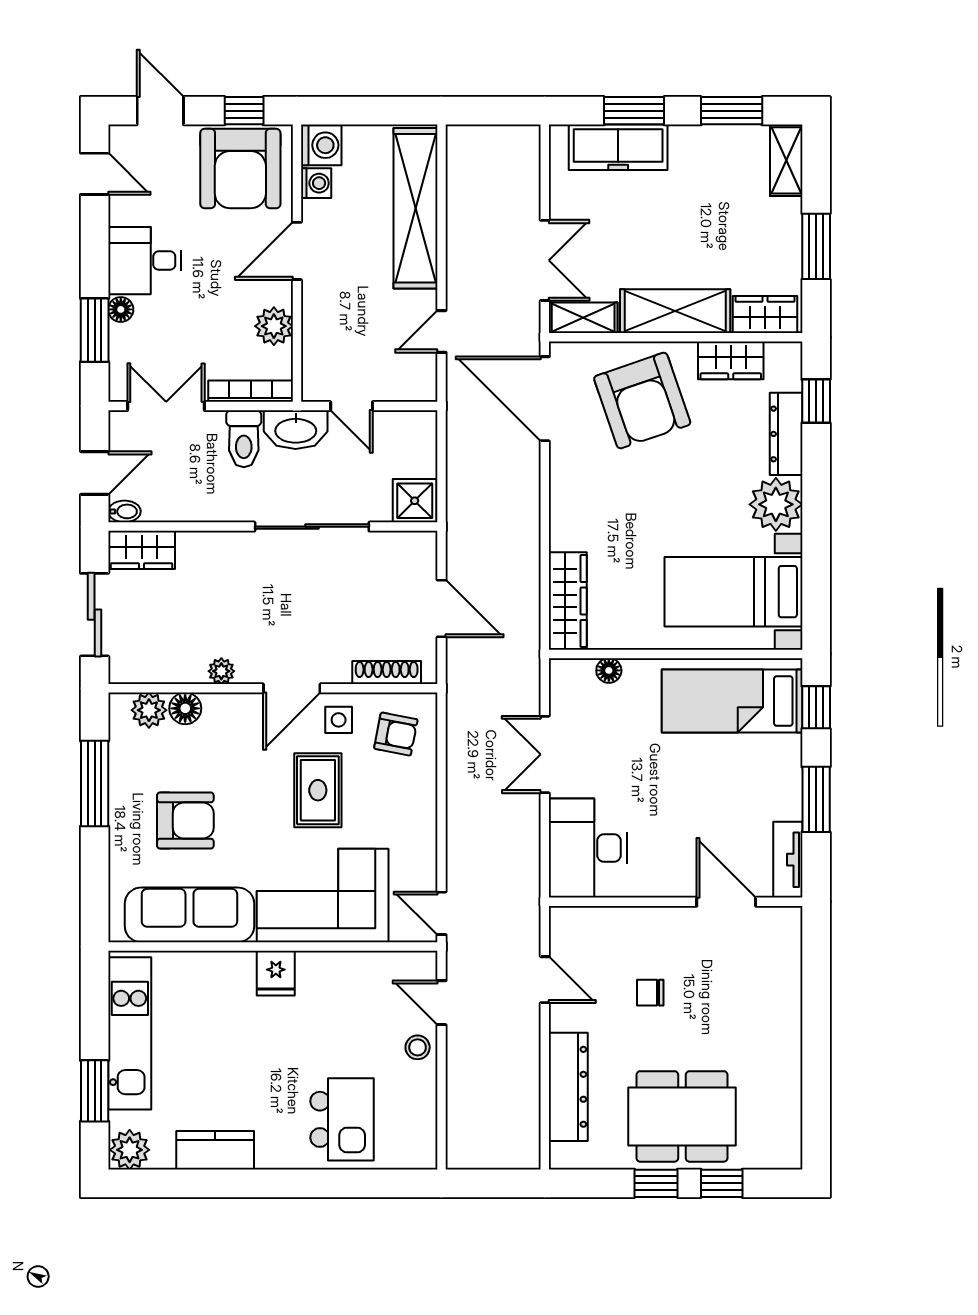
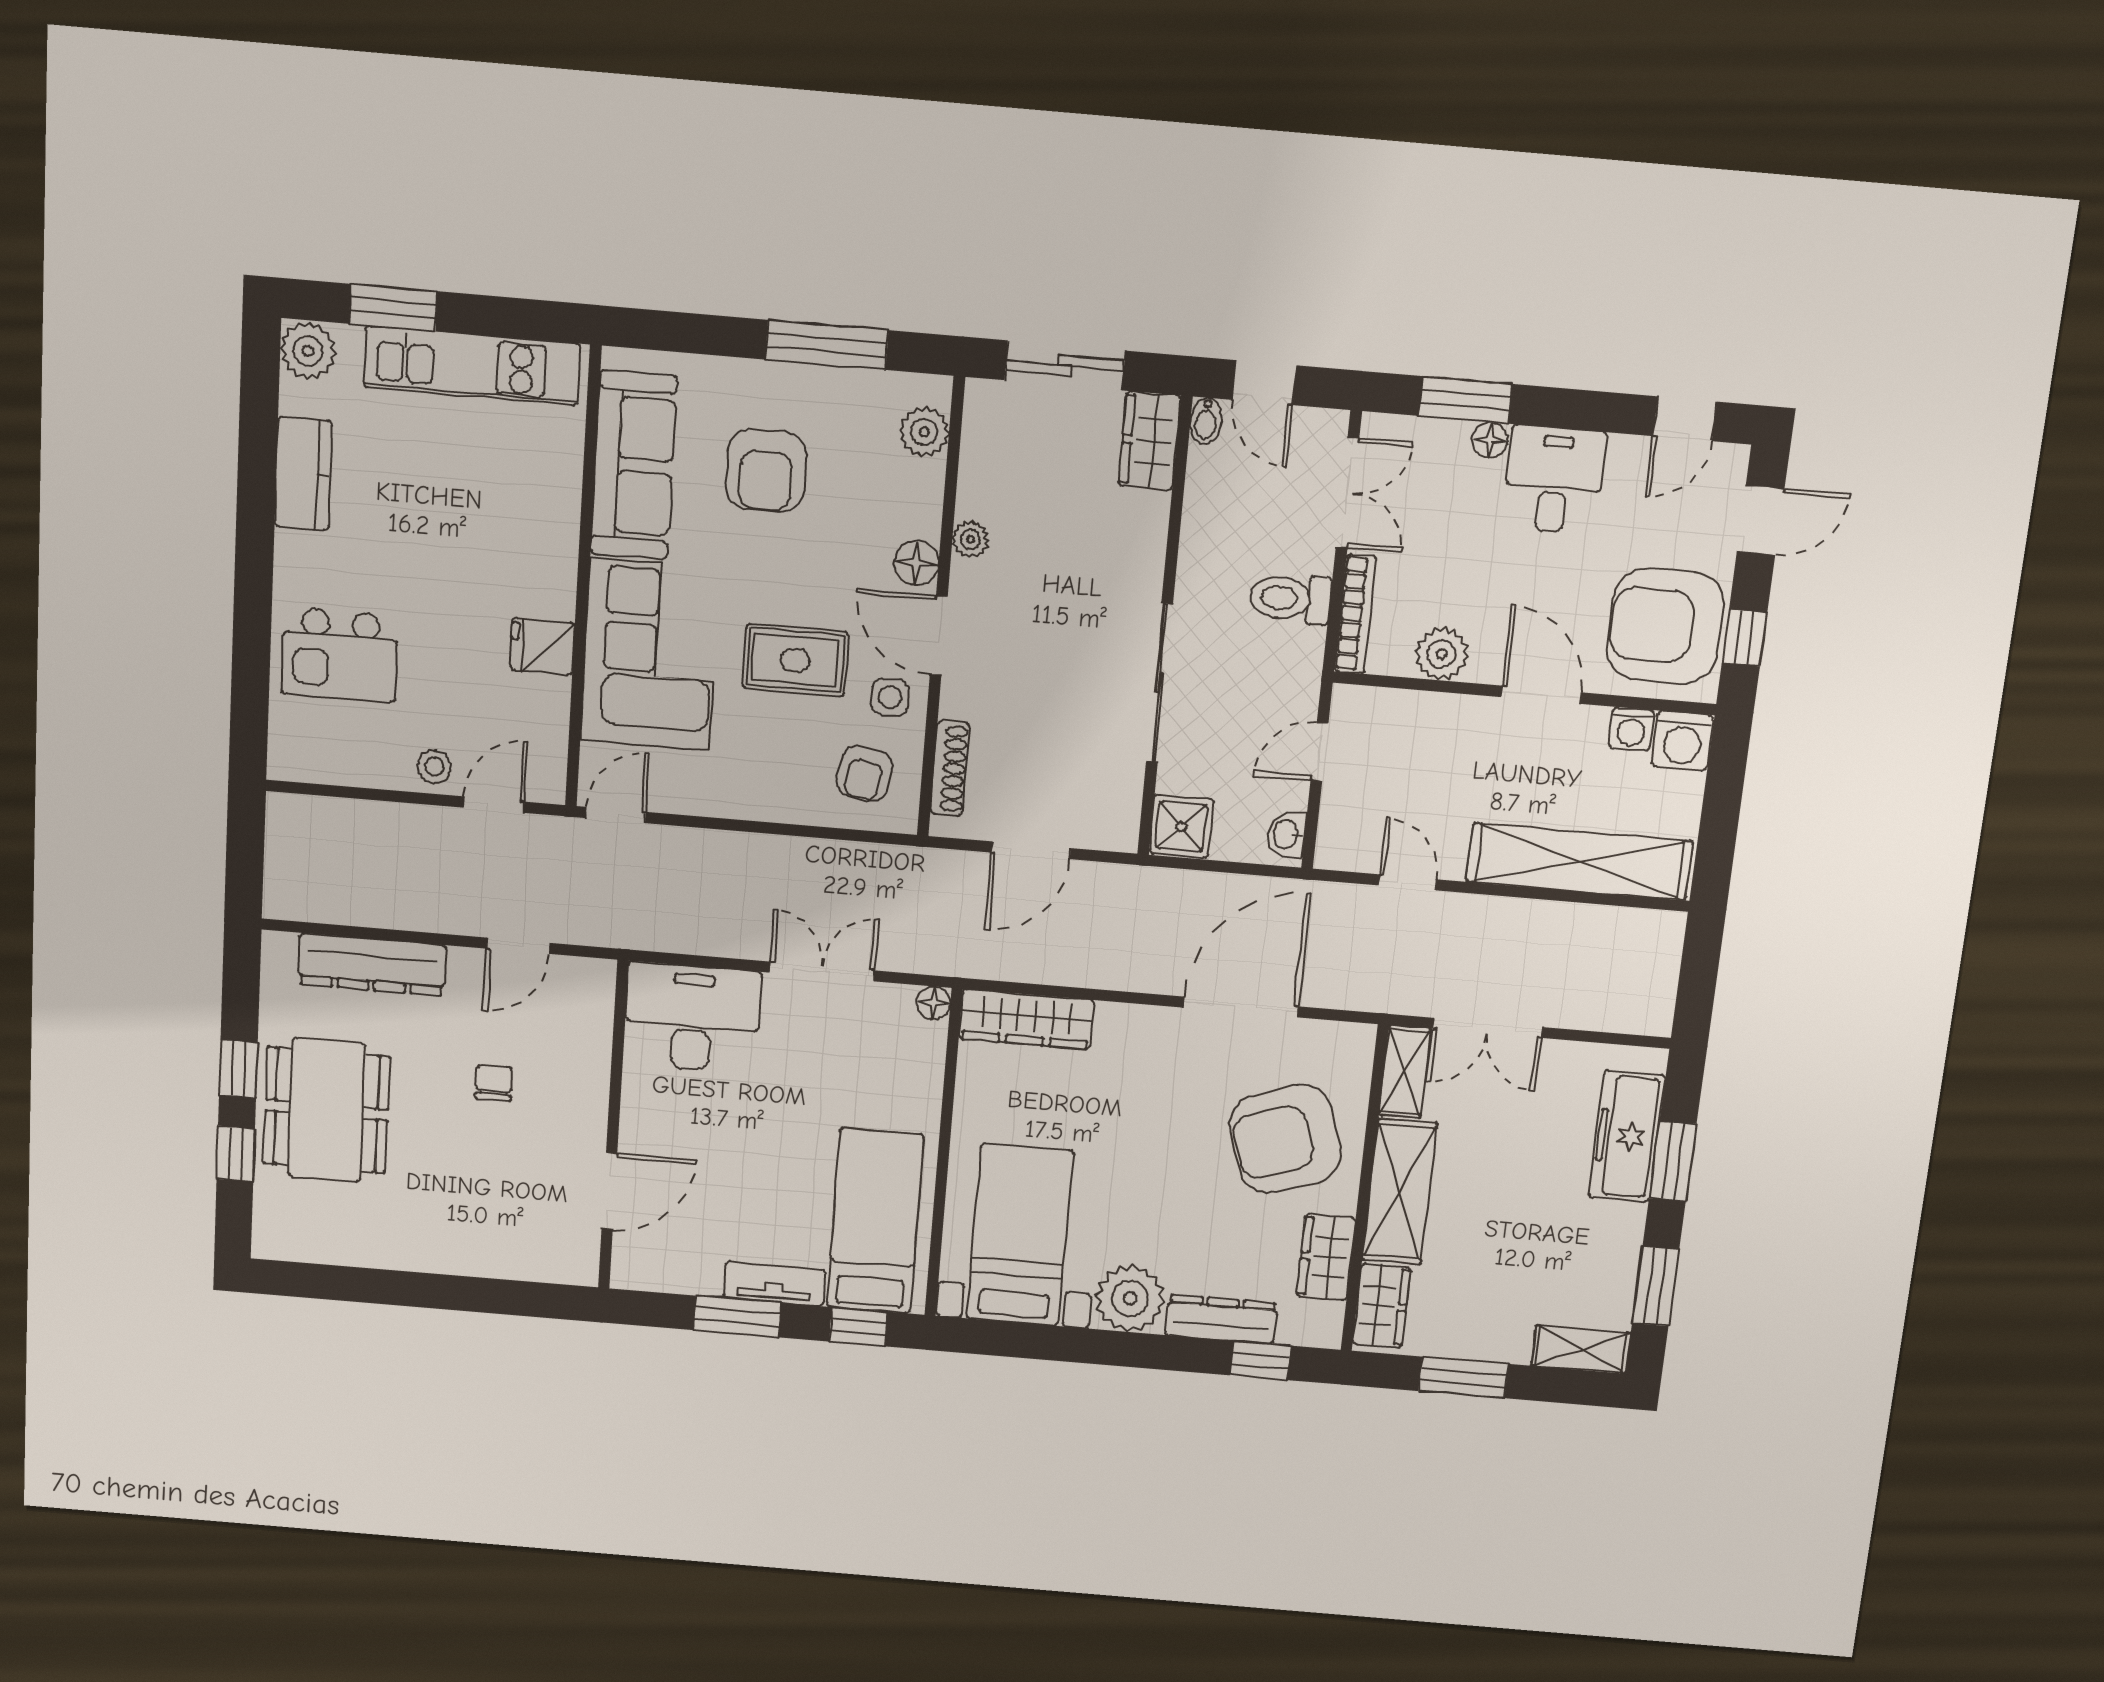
door: (545, 399) -> (1241, 1007), moved
washbasin: (296, 430) -> (1286, 834), moved, width x0.52, depth x0.69
floor lamp: (609, 670) -> (934, 1003), moved
floor lamp: (185, 708) -> (917, 563), moved
tv unit: (788, 860) -> (774, 1284), moved
fridge: (276, 973) -> (542, 646), moved

